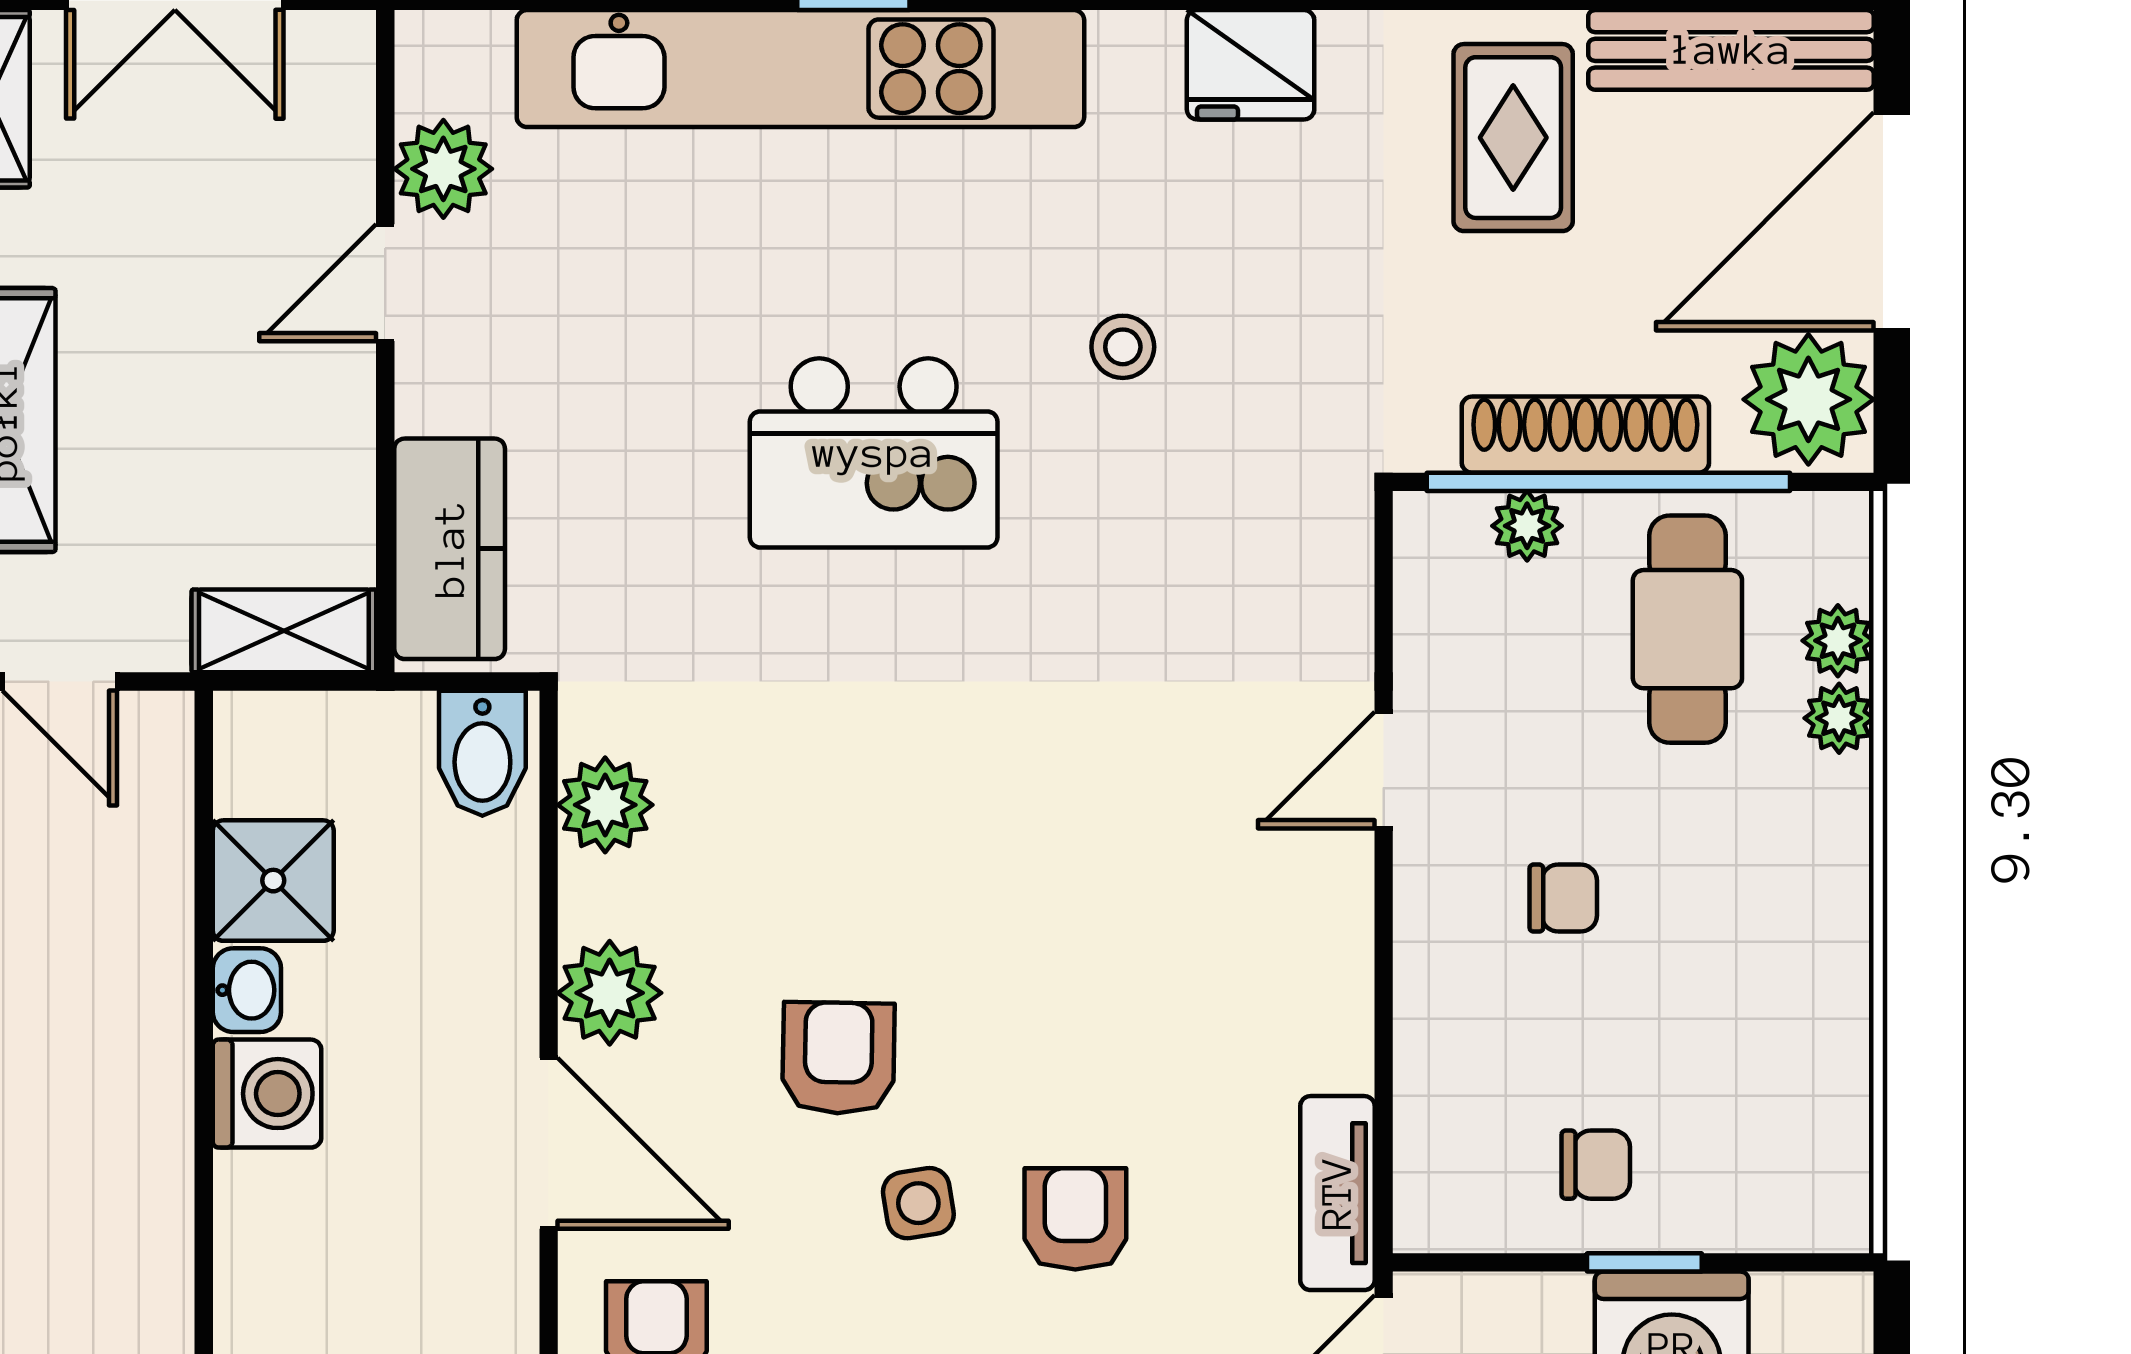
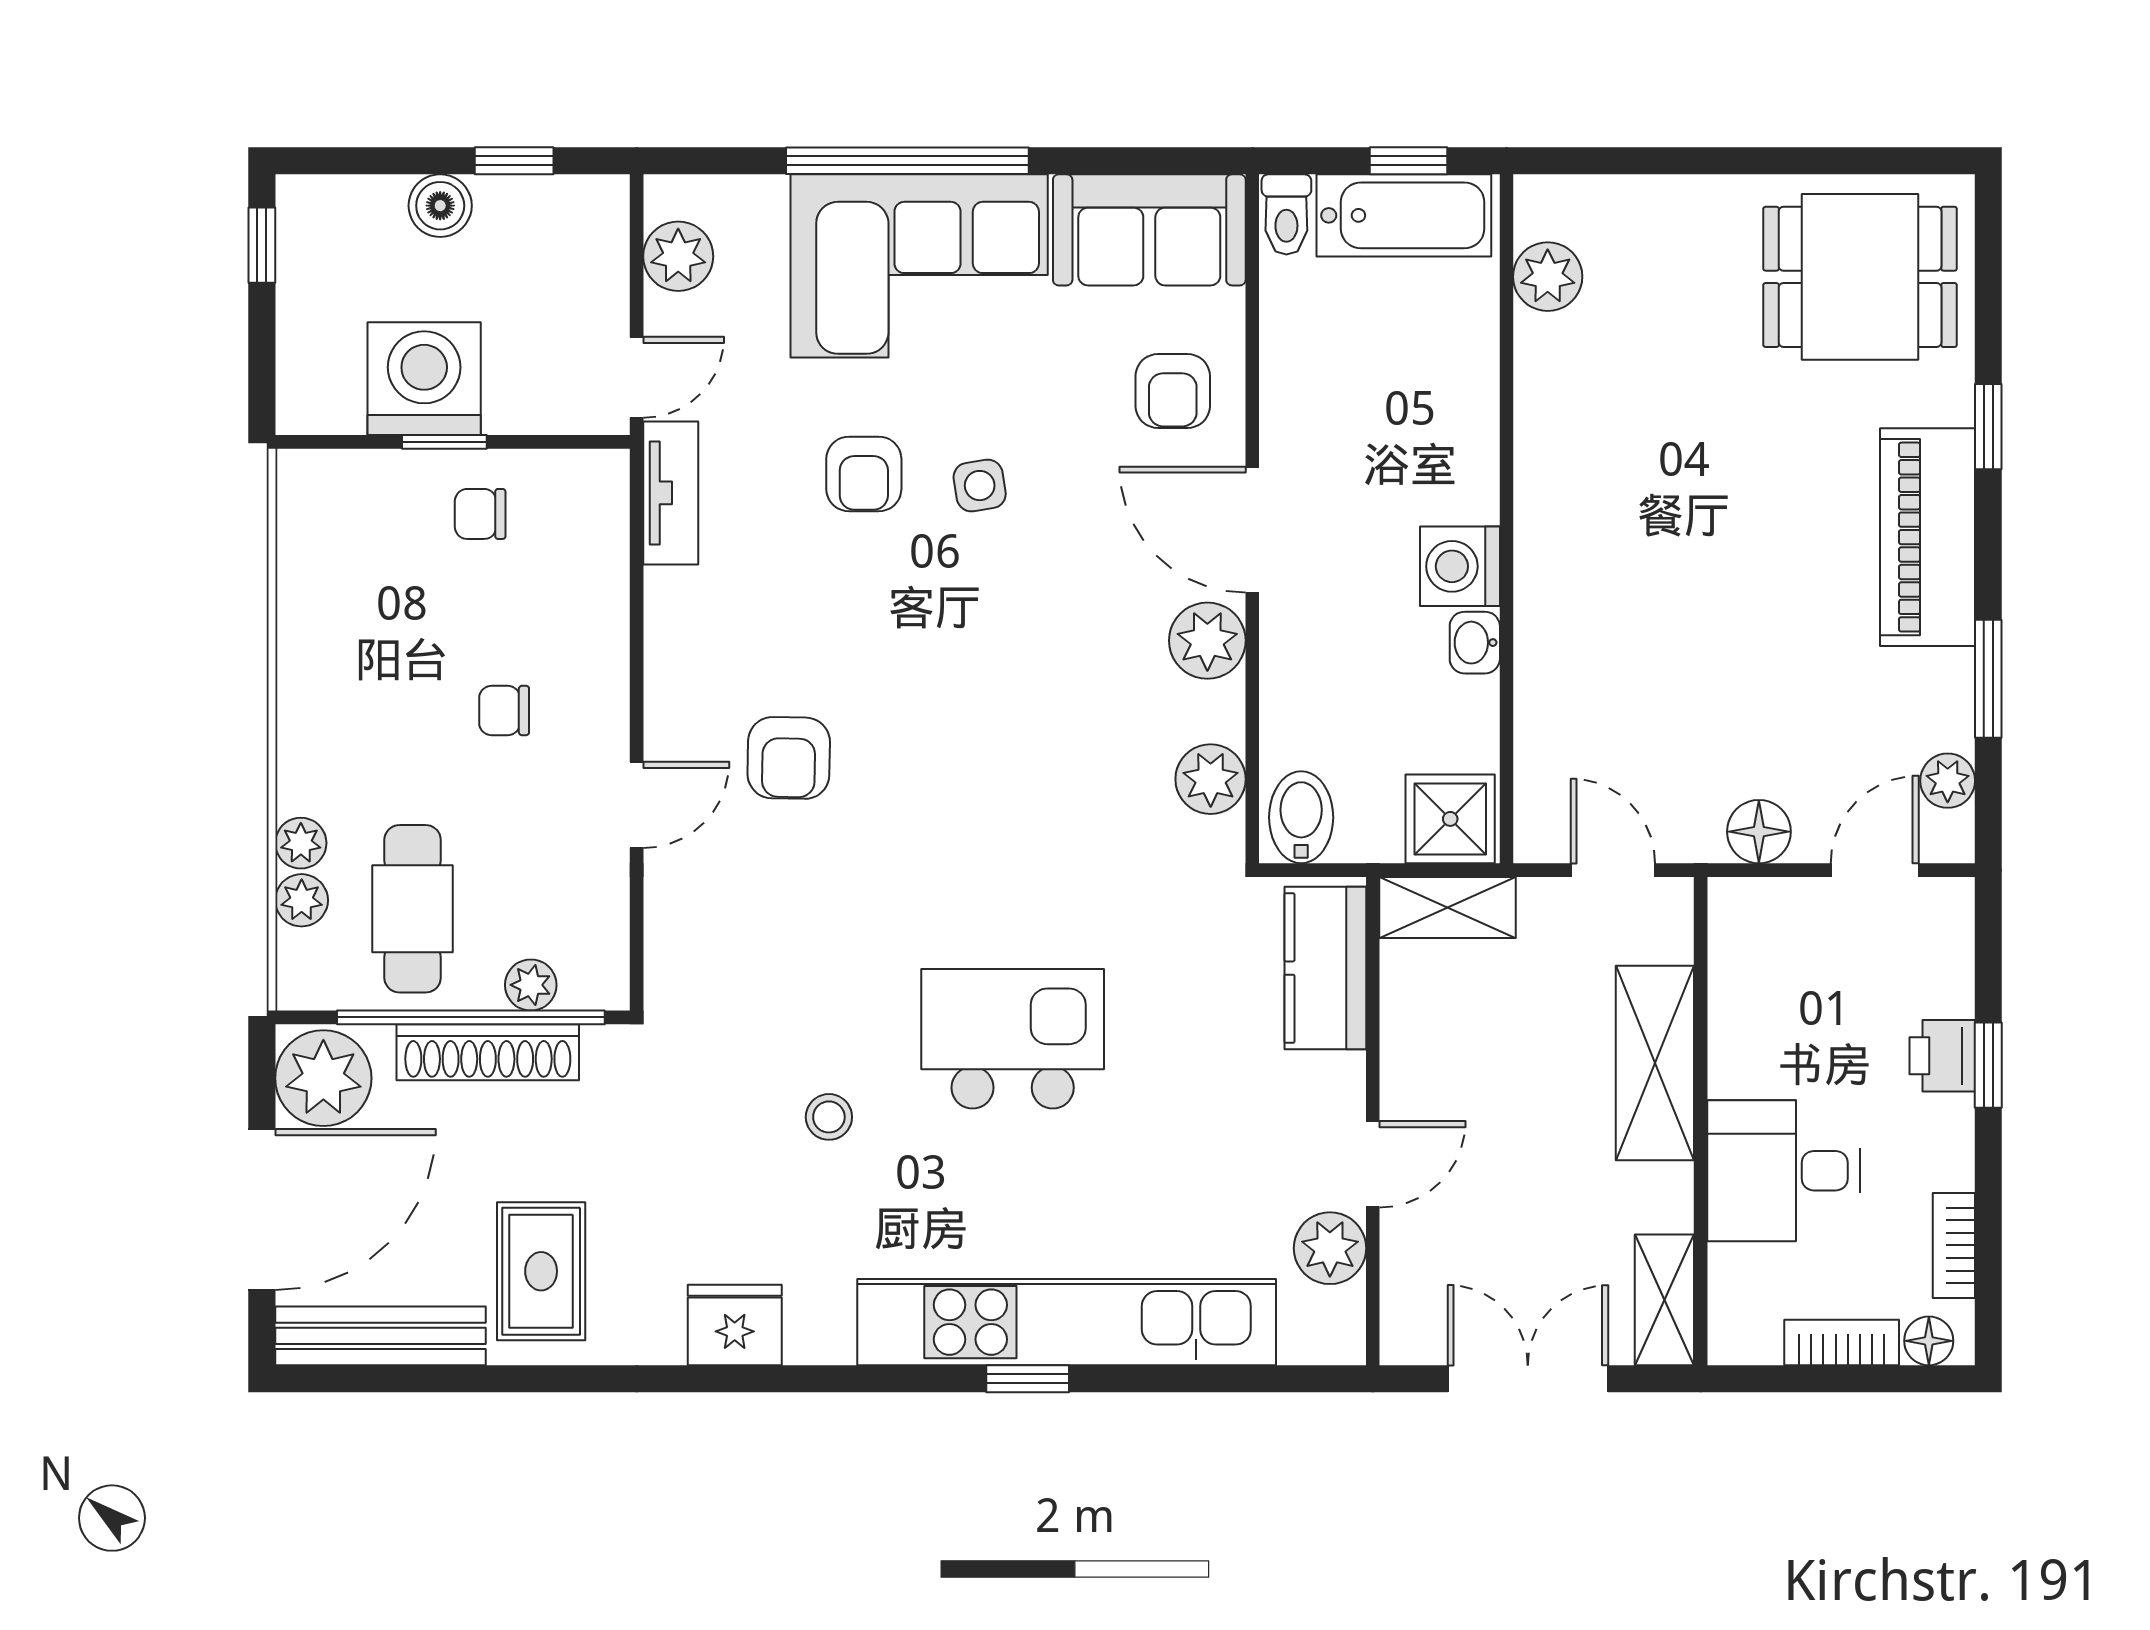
shower: (273, 881) -> (1450, 819), moved
armchair: (838, 1058) -> (789, 758), moved

